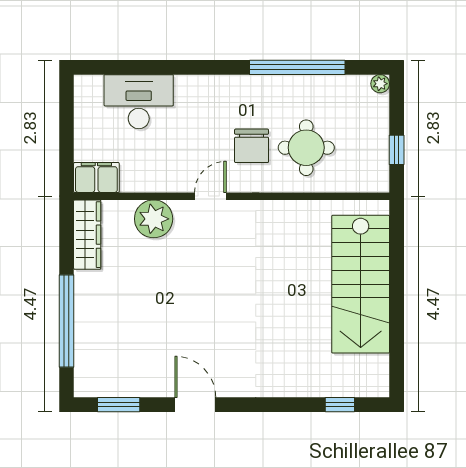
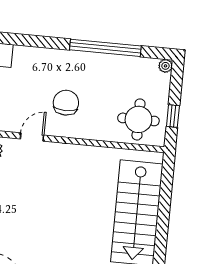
chair: (252, 146) -> (66, 103), turned 180
round table: (306, 148) -> (138, 119), moved

